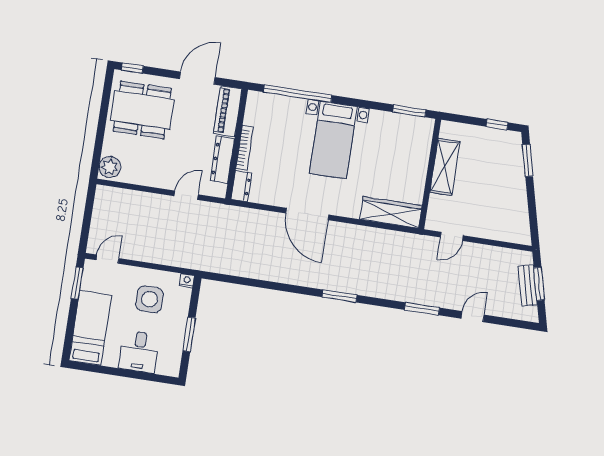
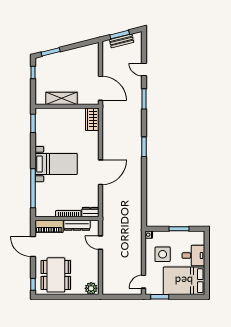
wardrobe: (391, 212) -> (92, 119), width x0.67
door: (452, 236) -> (100, 88), width x1.87
door: (107, 259) -> (144, 282), hinge flipped
bed: (90, 328) -> (184, 281), width x1.50

